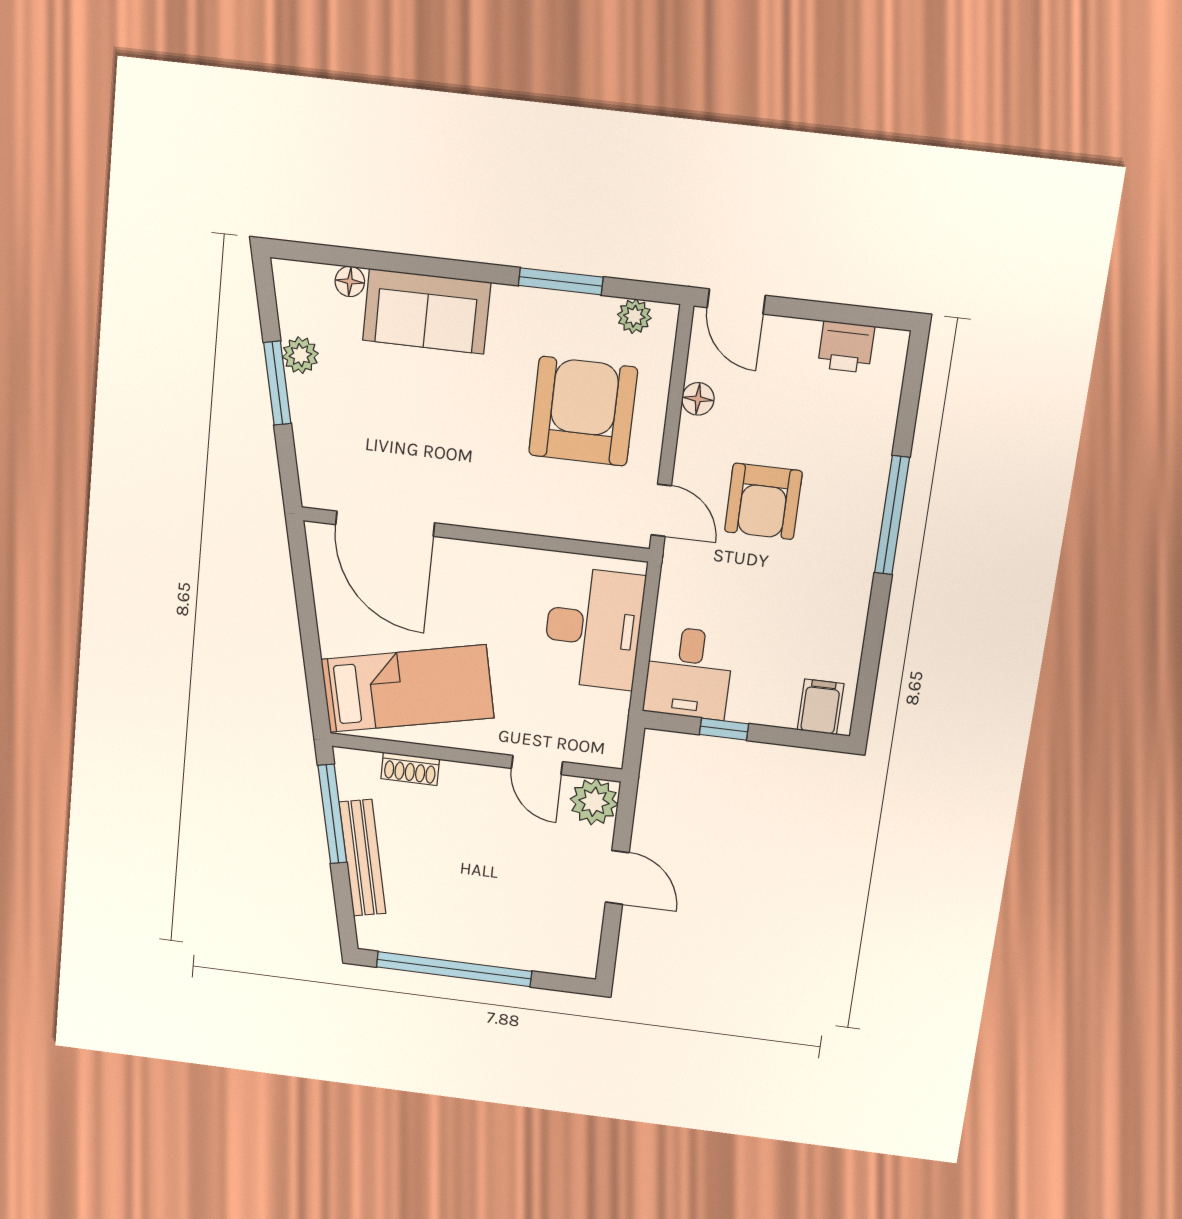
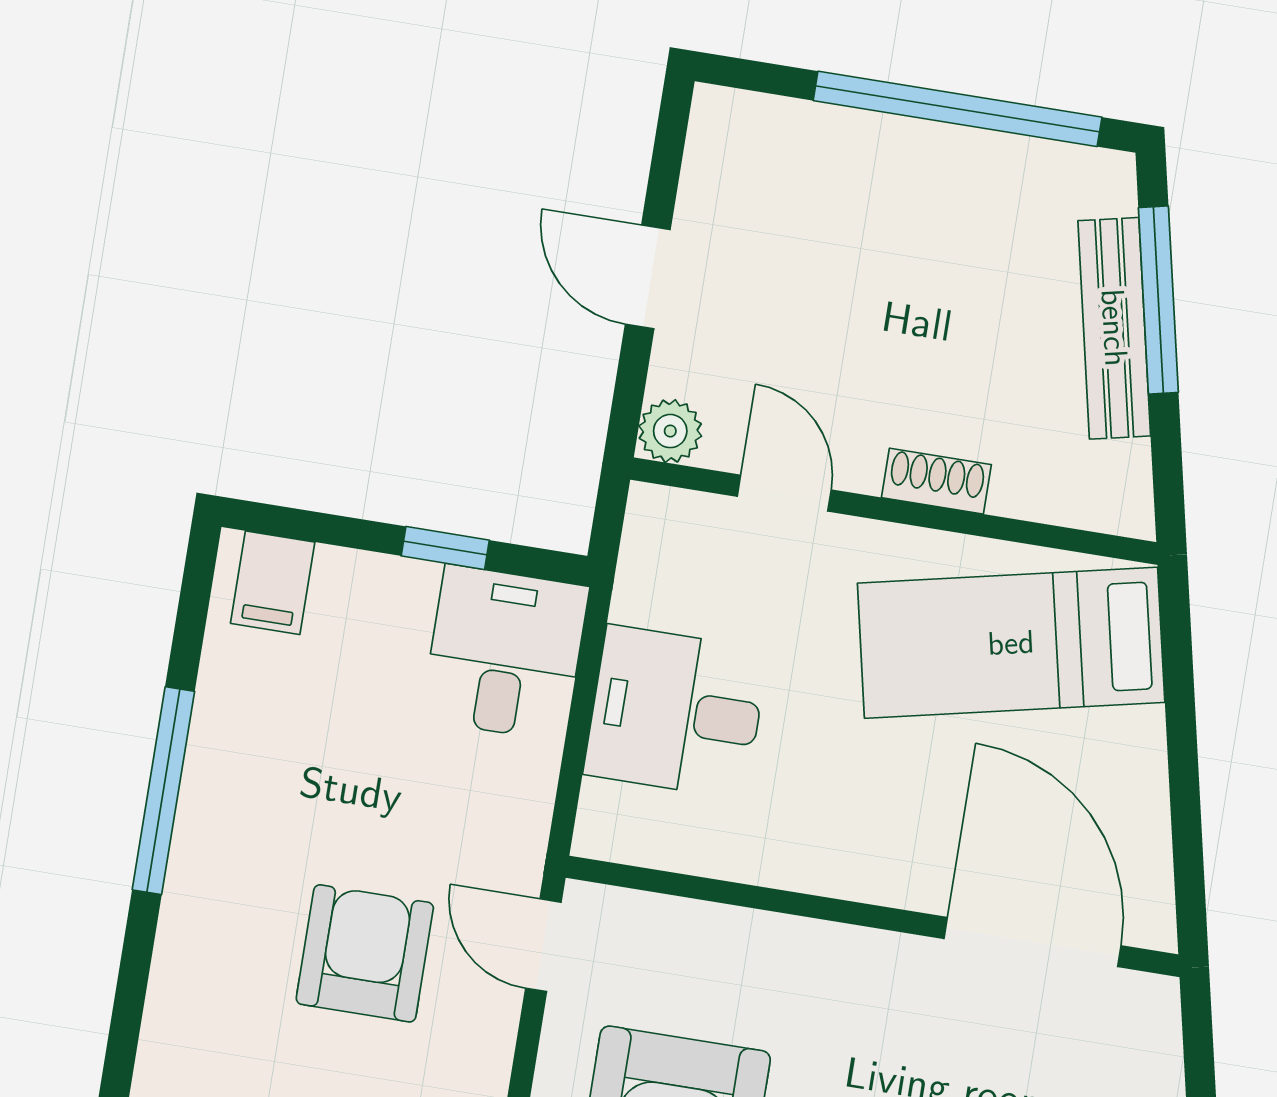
window: (892, 515) -> (163, 791), moved
desk: (593, 628) -> (676, 712), width x0.73
shoe rack: (410, 769) -> (936, 481), moved
plant: (594, 802) -> (670, 431), width x0.73, depth x0.73
window: (332, 814) -> (1158, 300), moved

